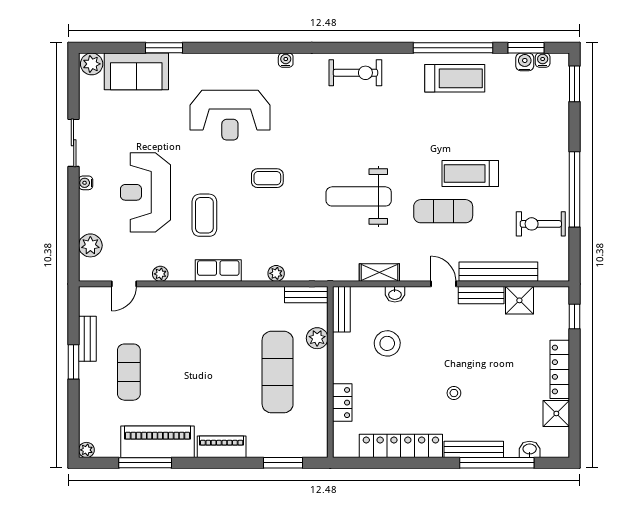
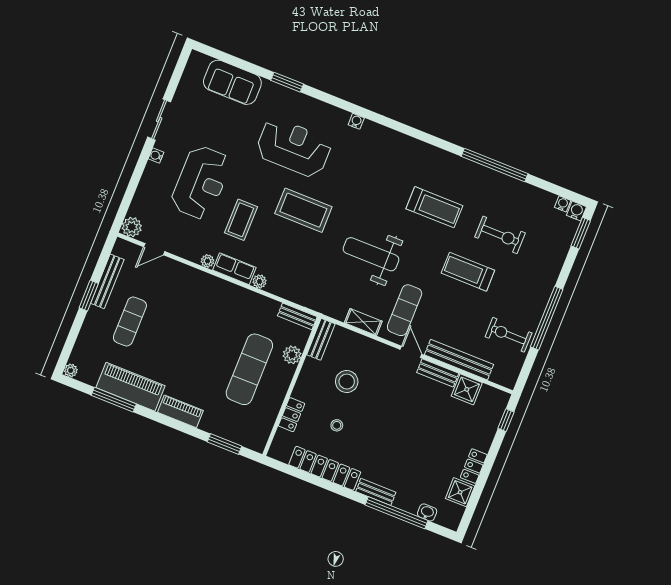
window: (164, 48) -> (287, 82), moved
window: (526, 48) -> (553, 189), removed
water cooler: (525, 62) -> (576, 211), moved
plant: (92, 64) -> (199, 62), removed
exercise bike: (355, 73) -> (500, 235), moved
treadmill: (455, 78) -> (434, 207), moved
reception desk: (230, 115) -> (294, 147), turned 180
coffee table: (267, 178) -> (303, 210), width x1.86, depth x1.72
reception desk: (145, 192) -> (201, 182), turned 180
exercise mat: (443, 211) -> (405, 310), moved, turned 90
plant: (90, 245) -> (132, 227), moved
plant: (276, 273) -> (259, 281), moved
plant: (160, 274) -> (207, 261), moved
washbasin: (395, 294) -> (369, 344), removed
bench: (87, 339) -> (107, 281), width x1.36
locker: (560, 369) -> (474, 466), width x0.66
stool: (454, 393) -> (337, 425), moved
bench: (474, 449) -> (376, 492), width x0.73

